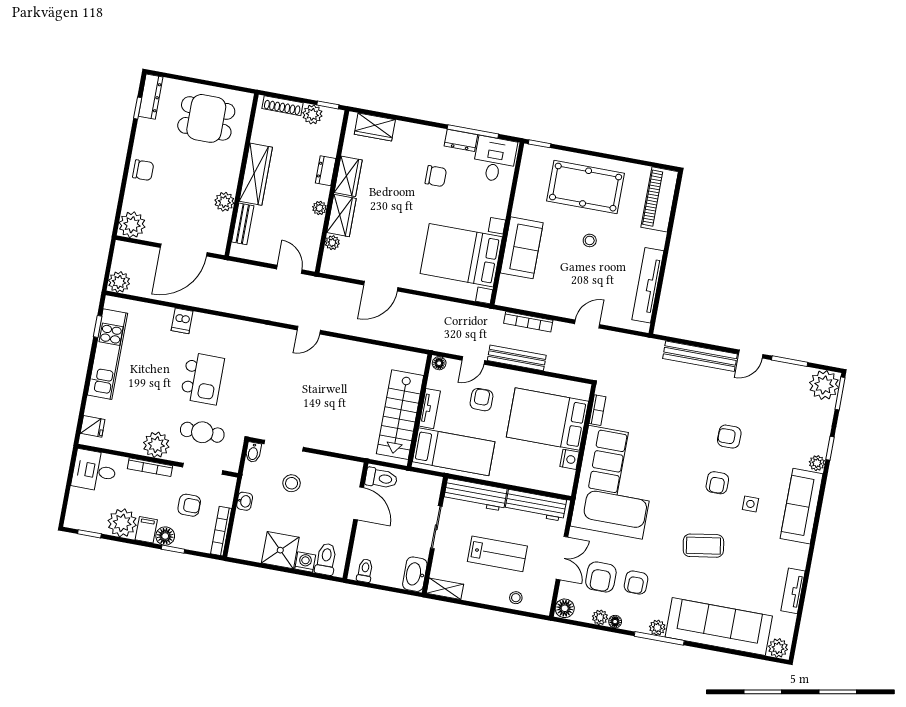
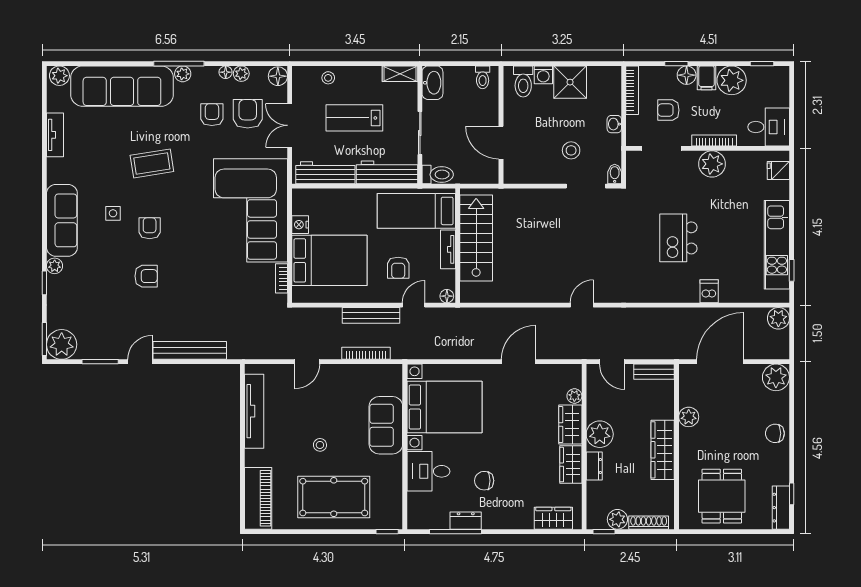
dining table: (206, 118) -> (722, 496), turned 90
desk: (495, 159) -> (428, 471), moved, turned 90
plant: (319, 208) -> (600, 434), width x1.87, depth x1.87
bench: (243, 224) -> (654, 372), moved, turned 90
cafe table: (202, 432) -> (669, 185), removed
toilet: (381, 478) -> (438, 175), moved, turned 180

